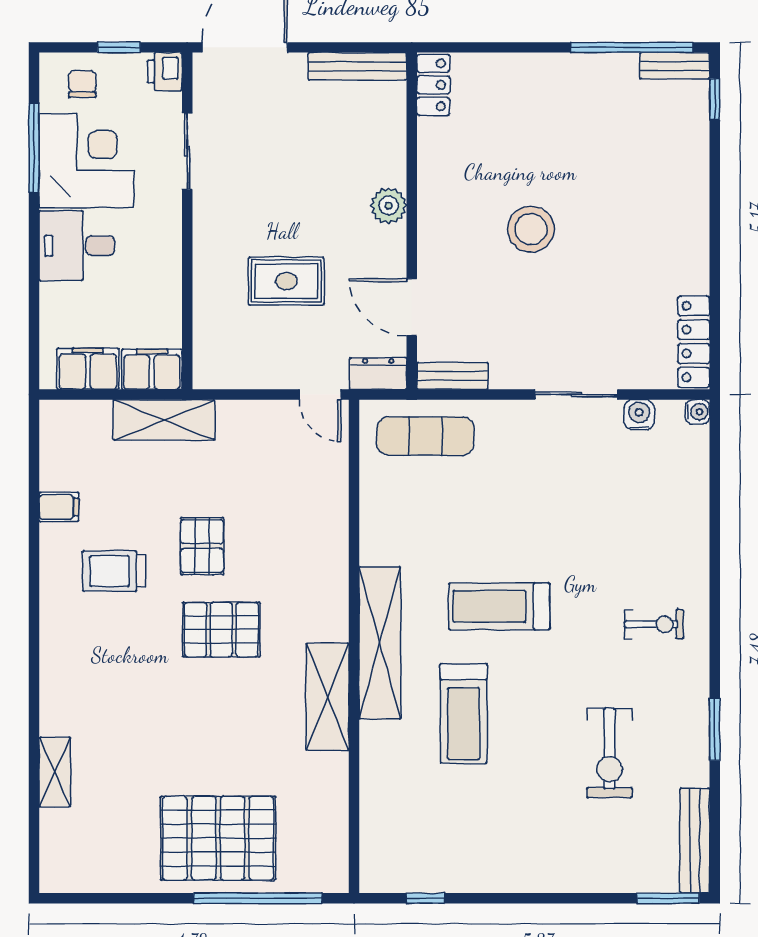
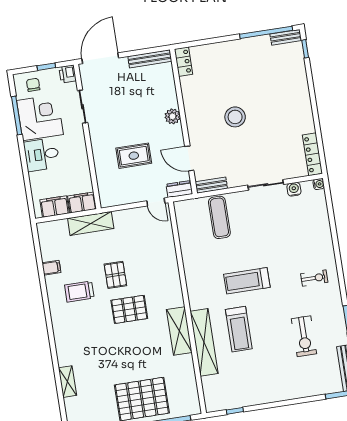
exercise mat: (425, 436) -> (219, 217), moved, turned 90
shelving: (380, 643) -> (204, 342), moved

